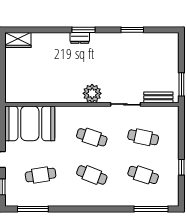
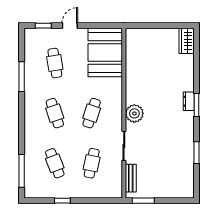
cafe table: (92, 175) -> (55, 113), turned -39
cafe table: (143, 175) -> (55, 163), turned -39
window: (33, 209) -> (22, 77), moved

